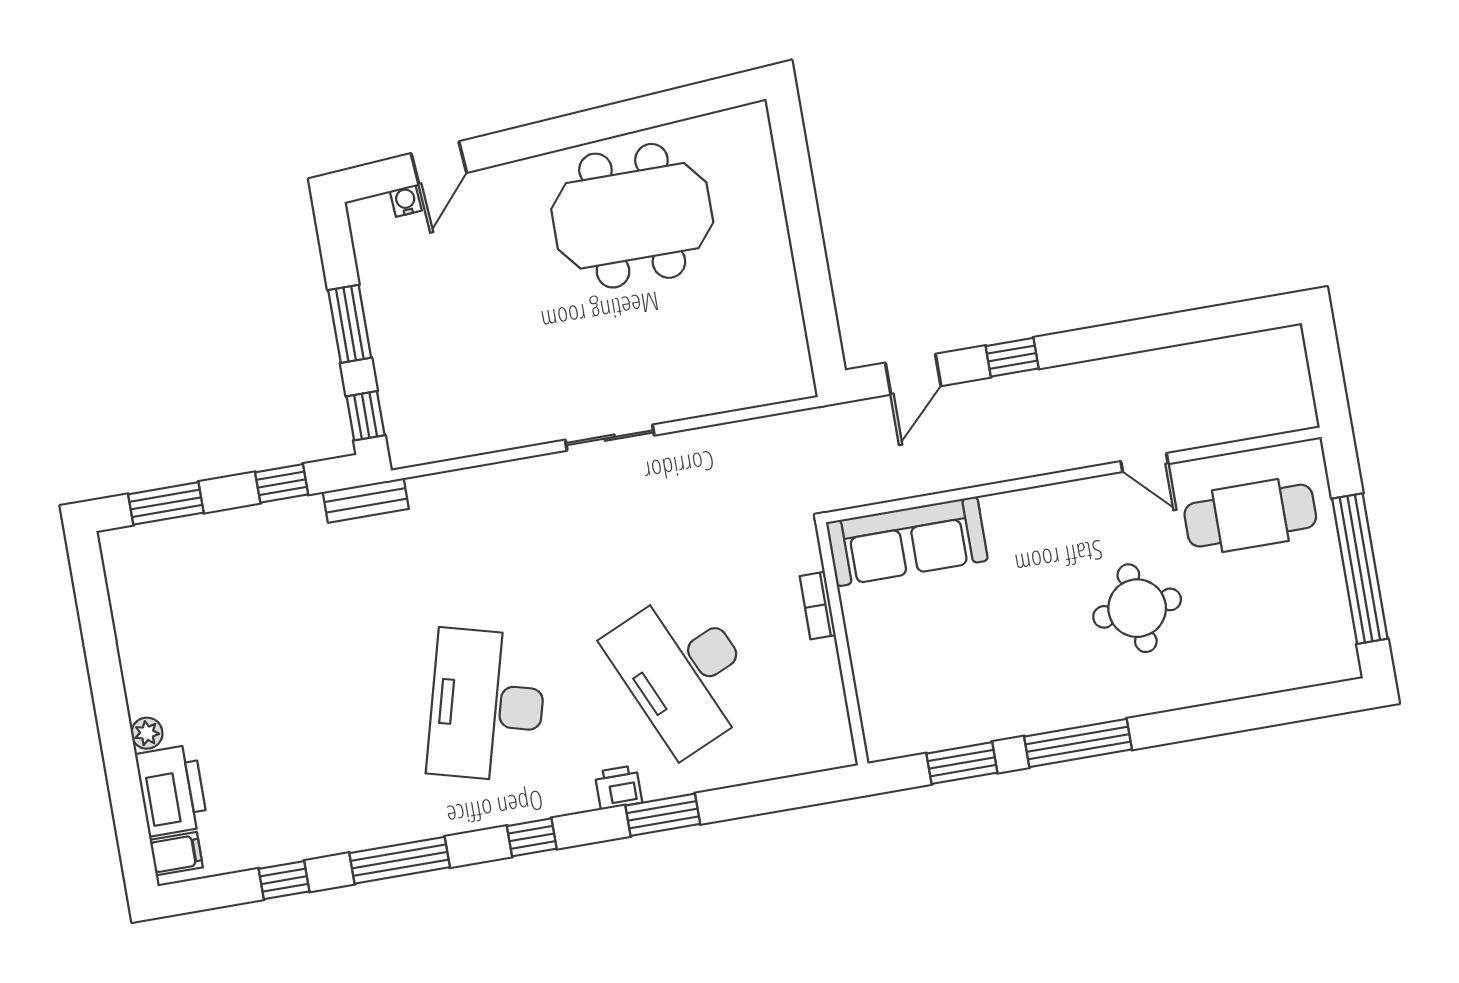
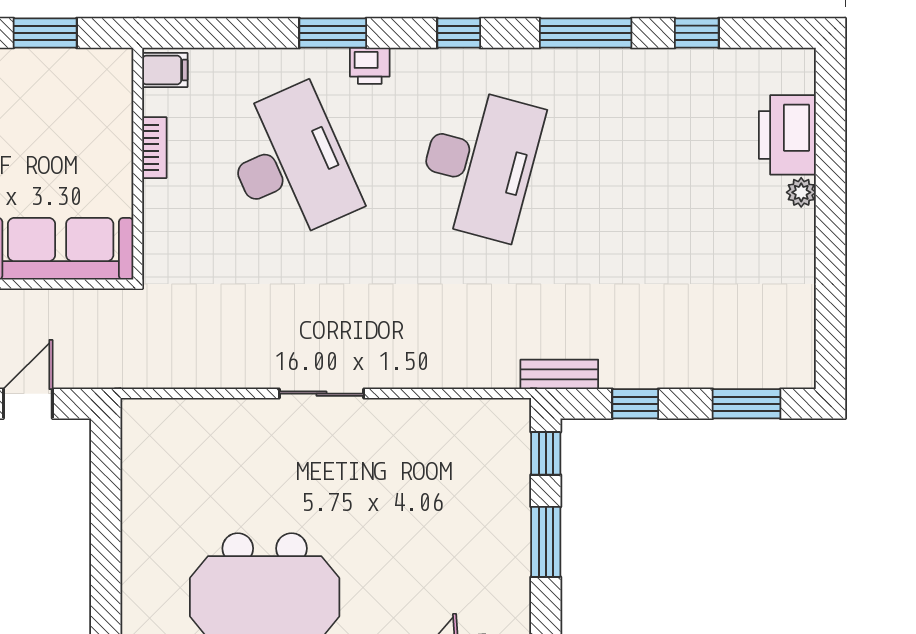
bookcase: (818, 606) -> (154, 148), moved
filing cabinet: (176, 854) -> (165, 70), moved, turned 180

